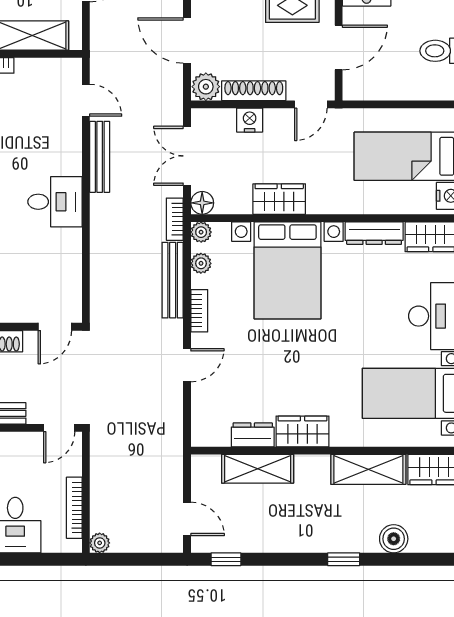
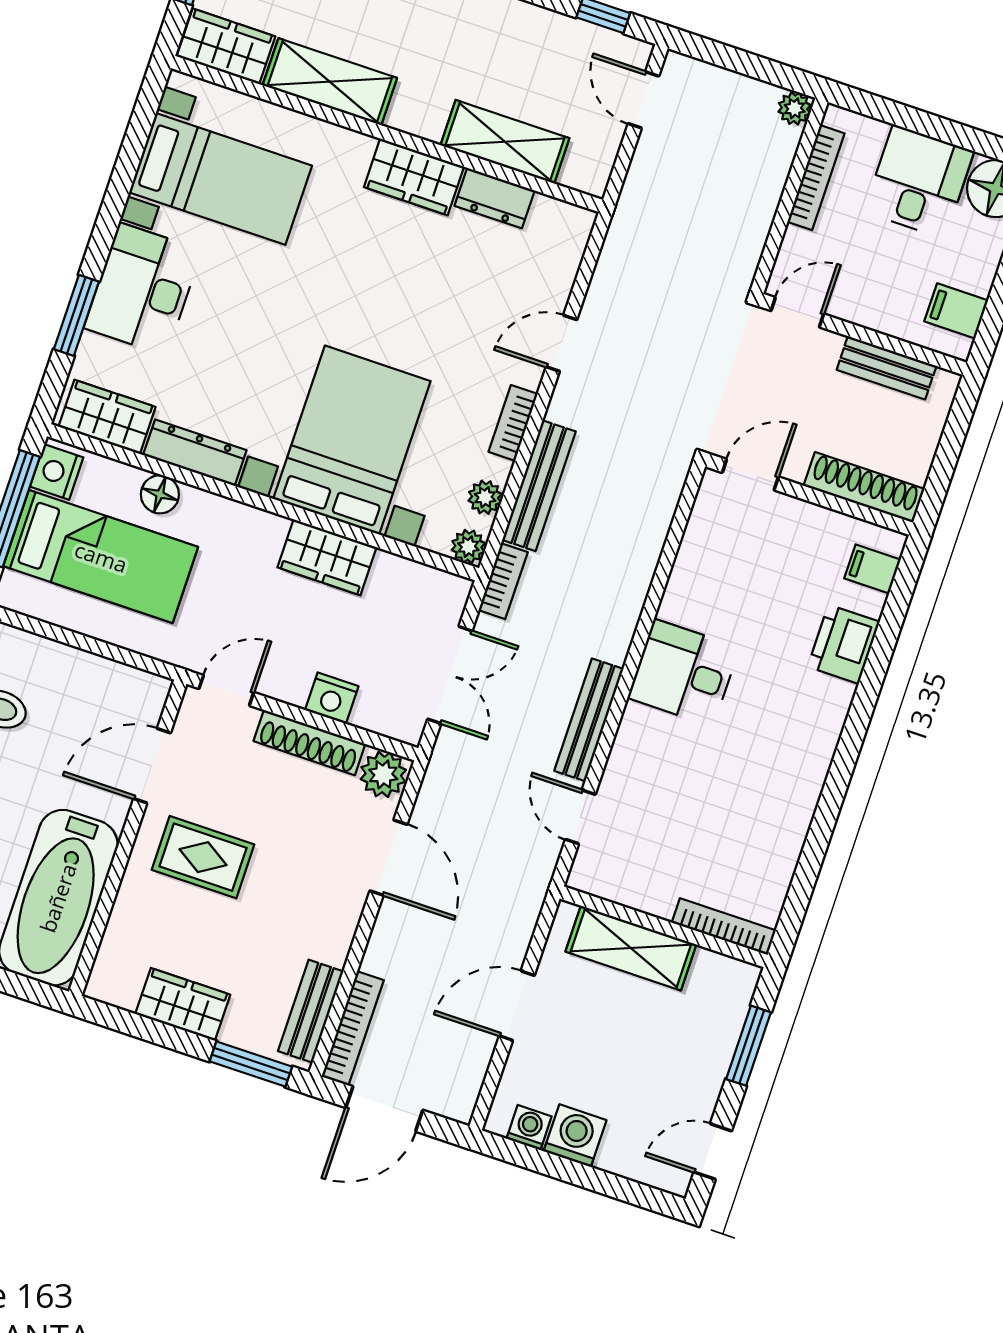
floor lamp: (202, 203) -> (160, 494), moved

